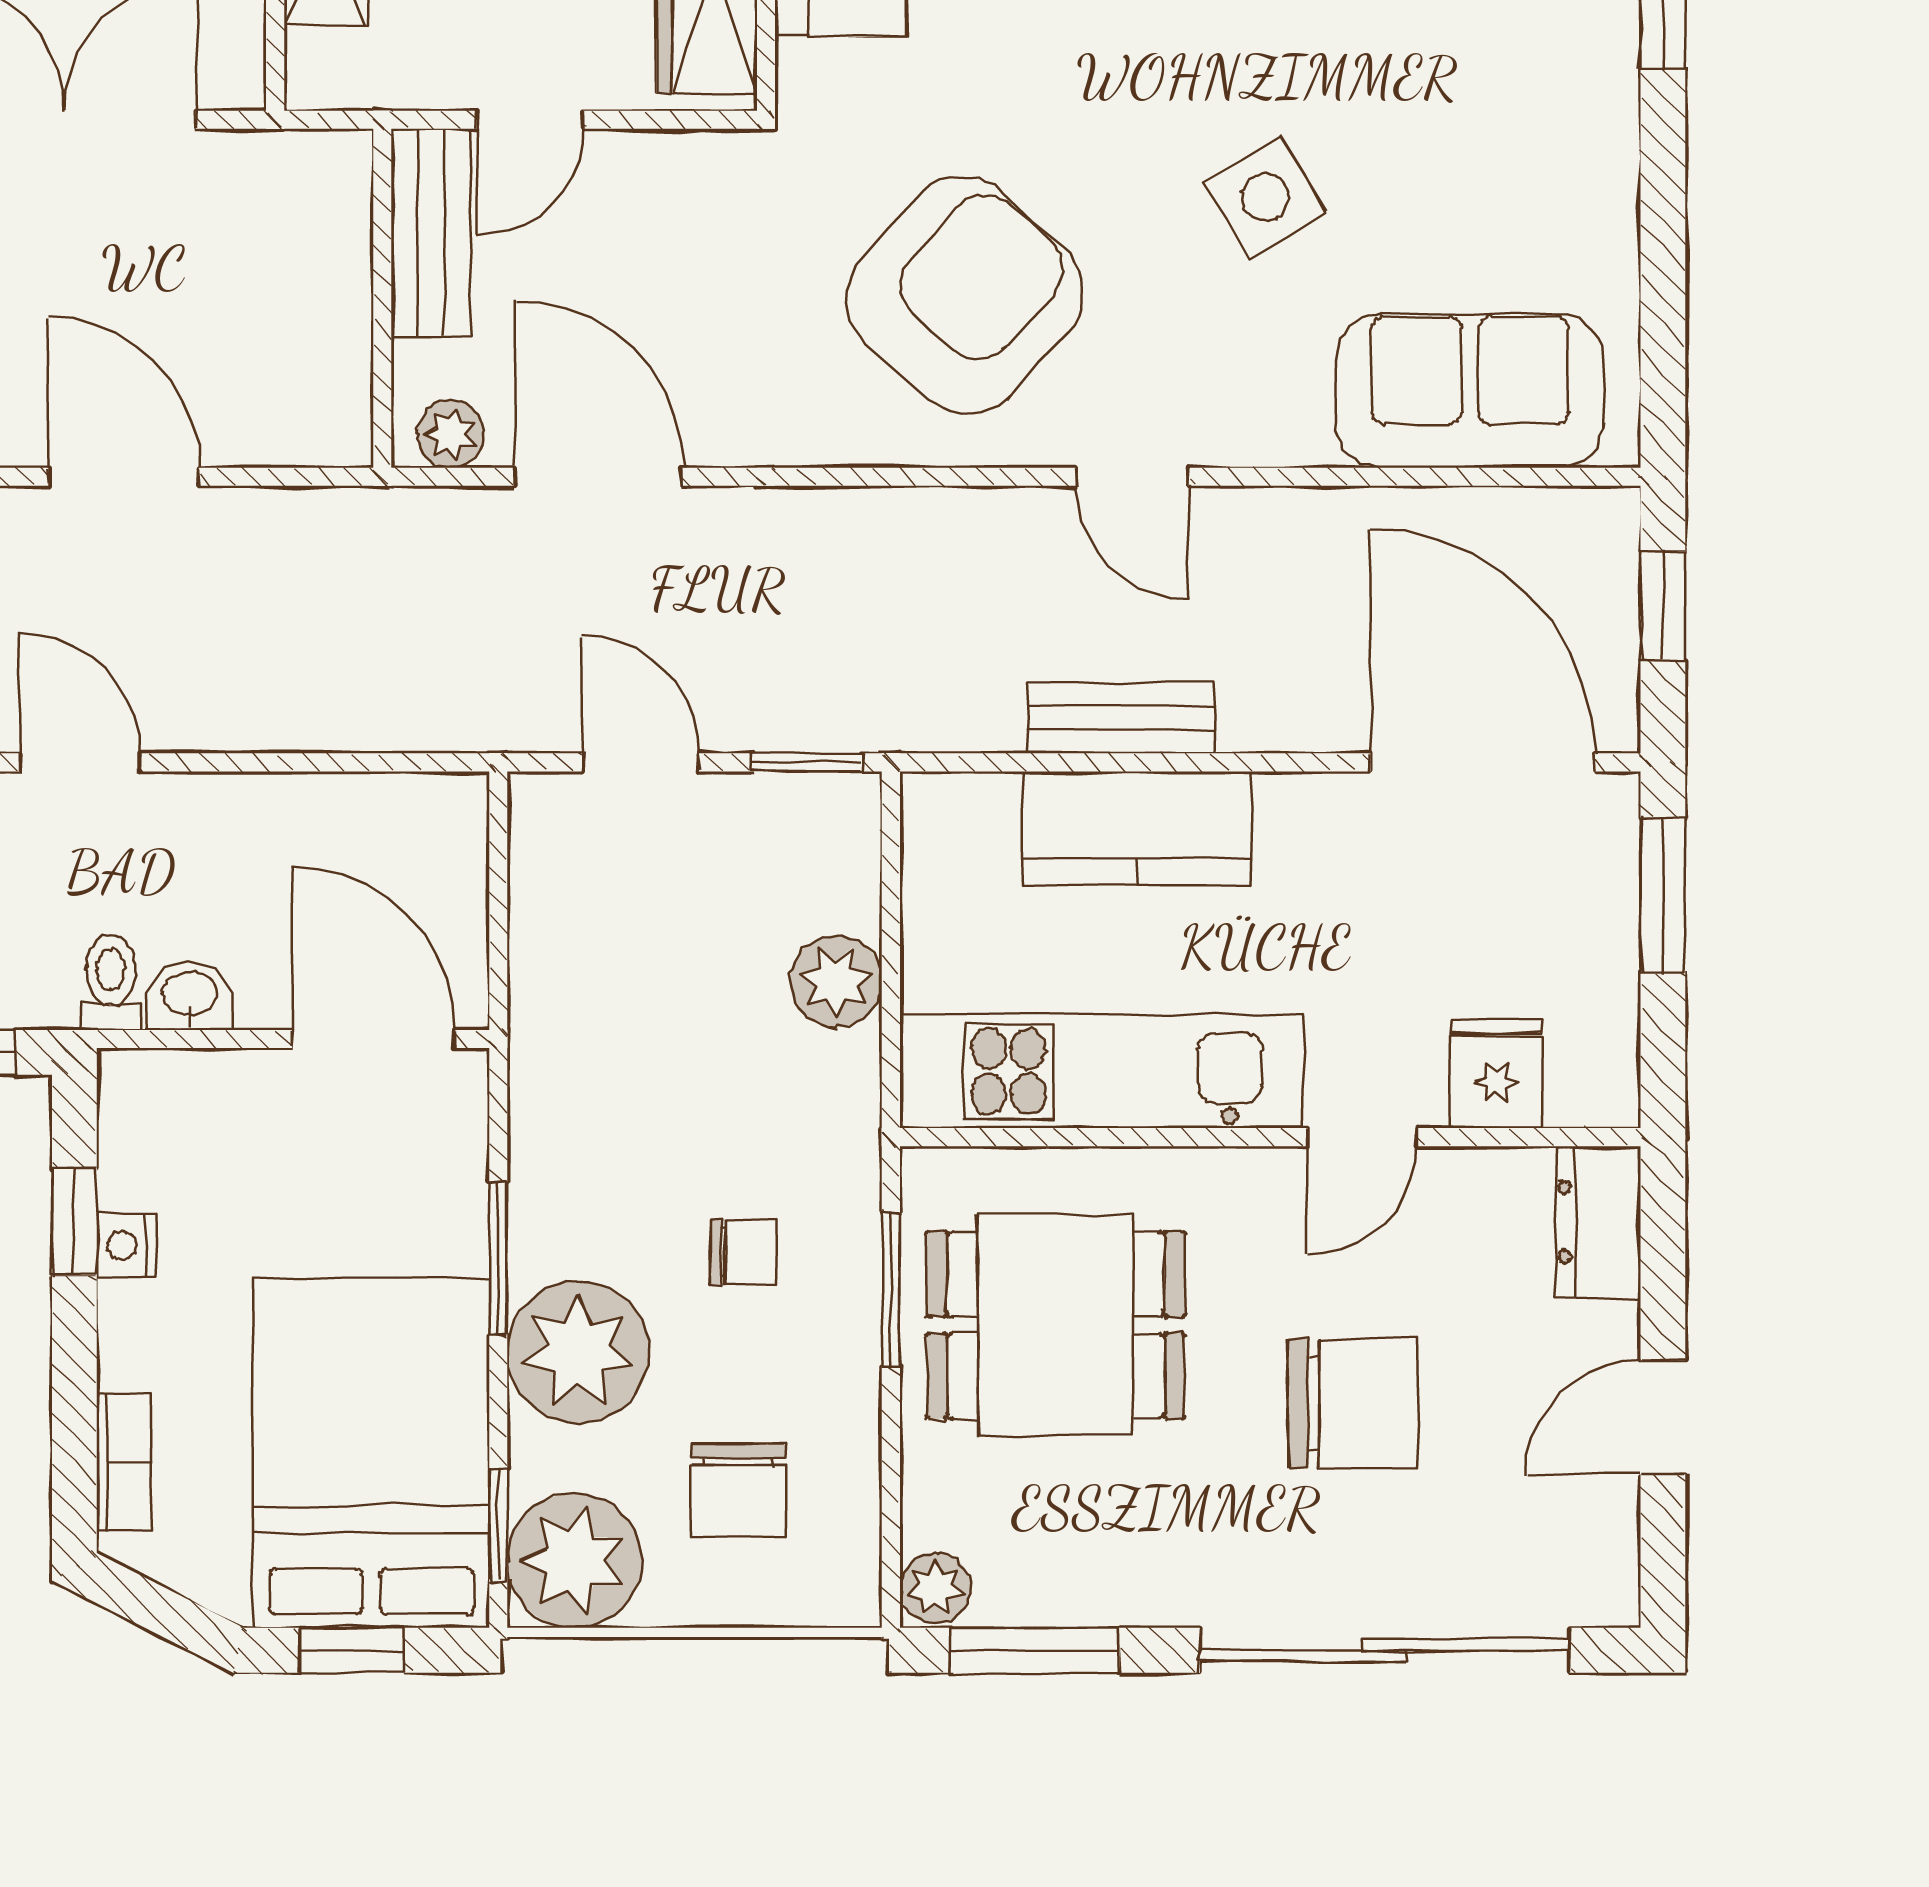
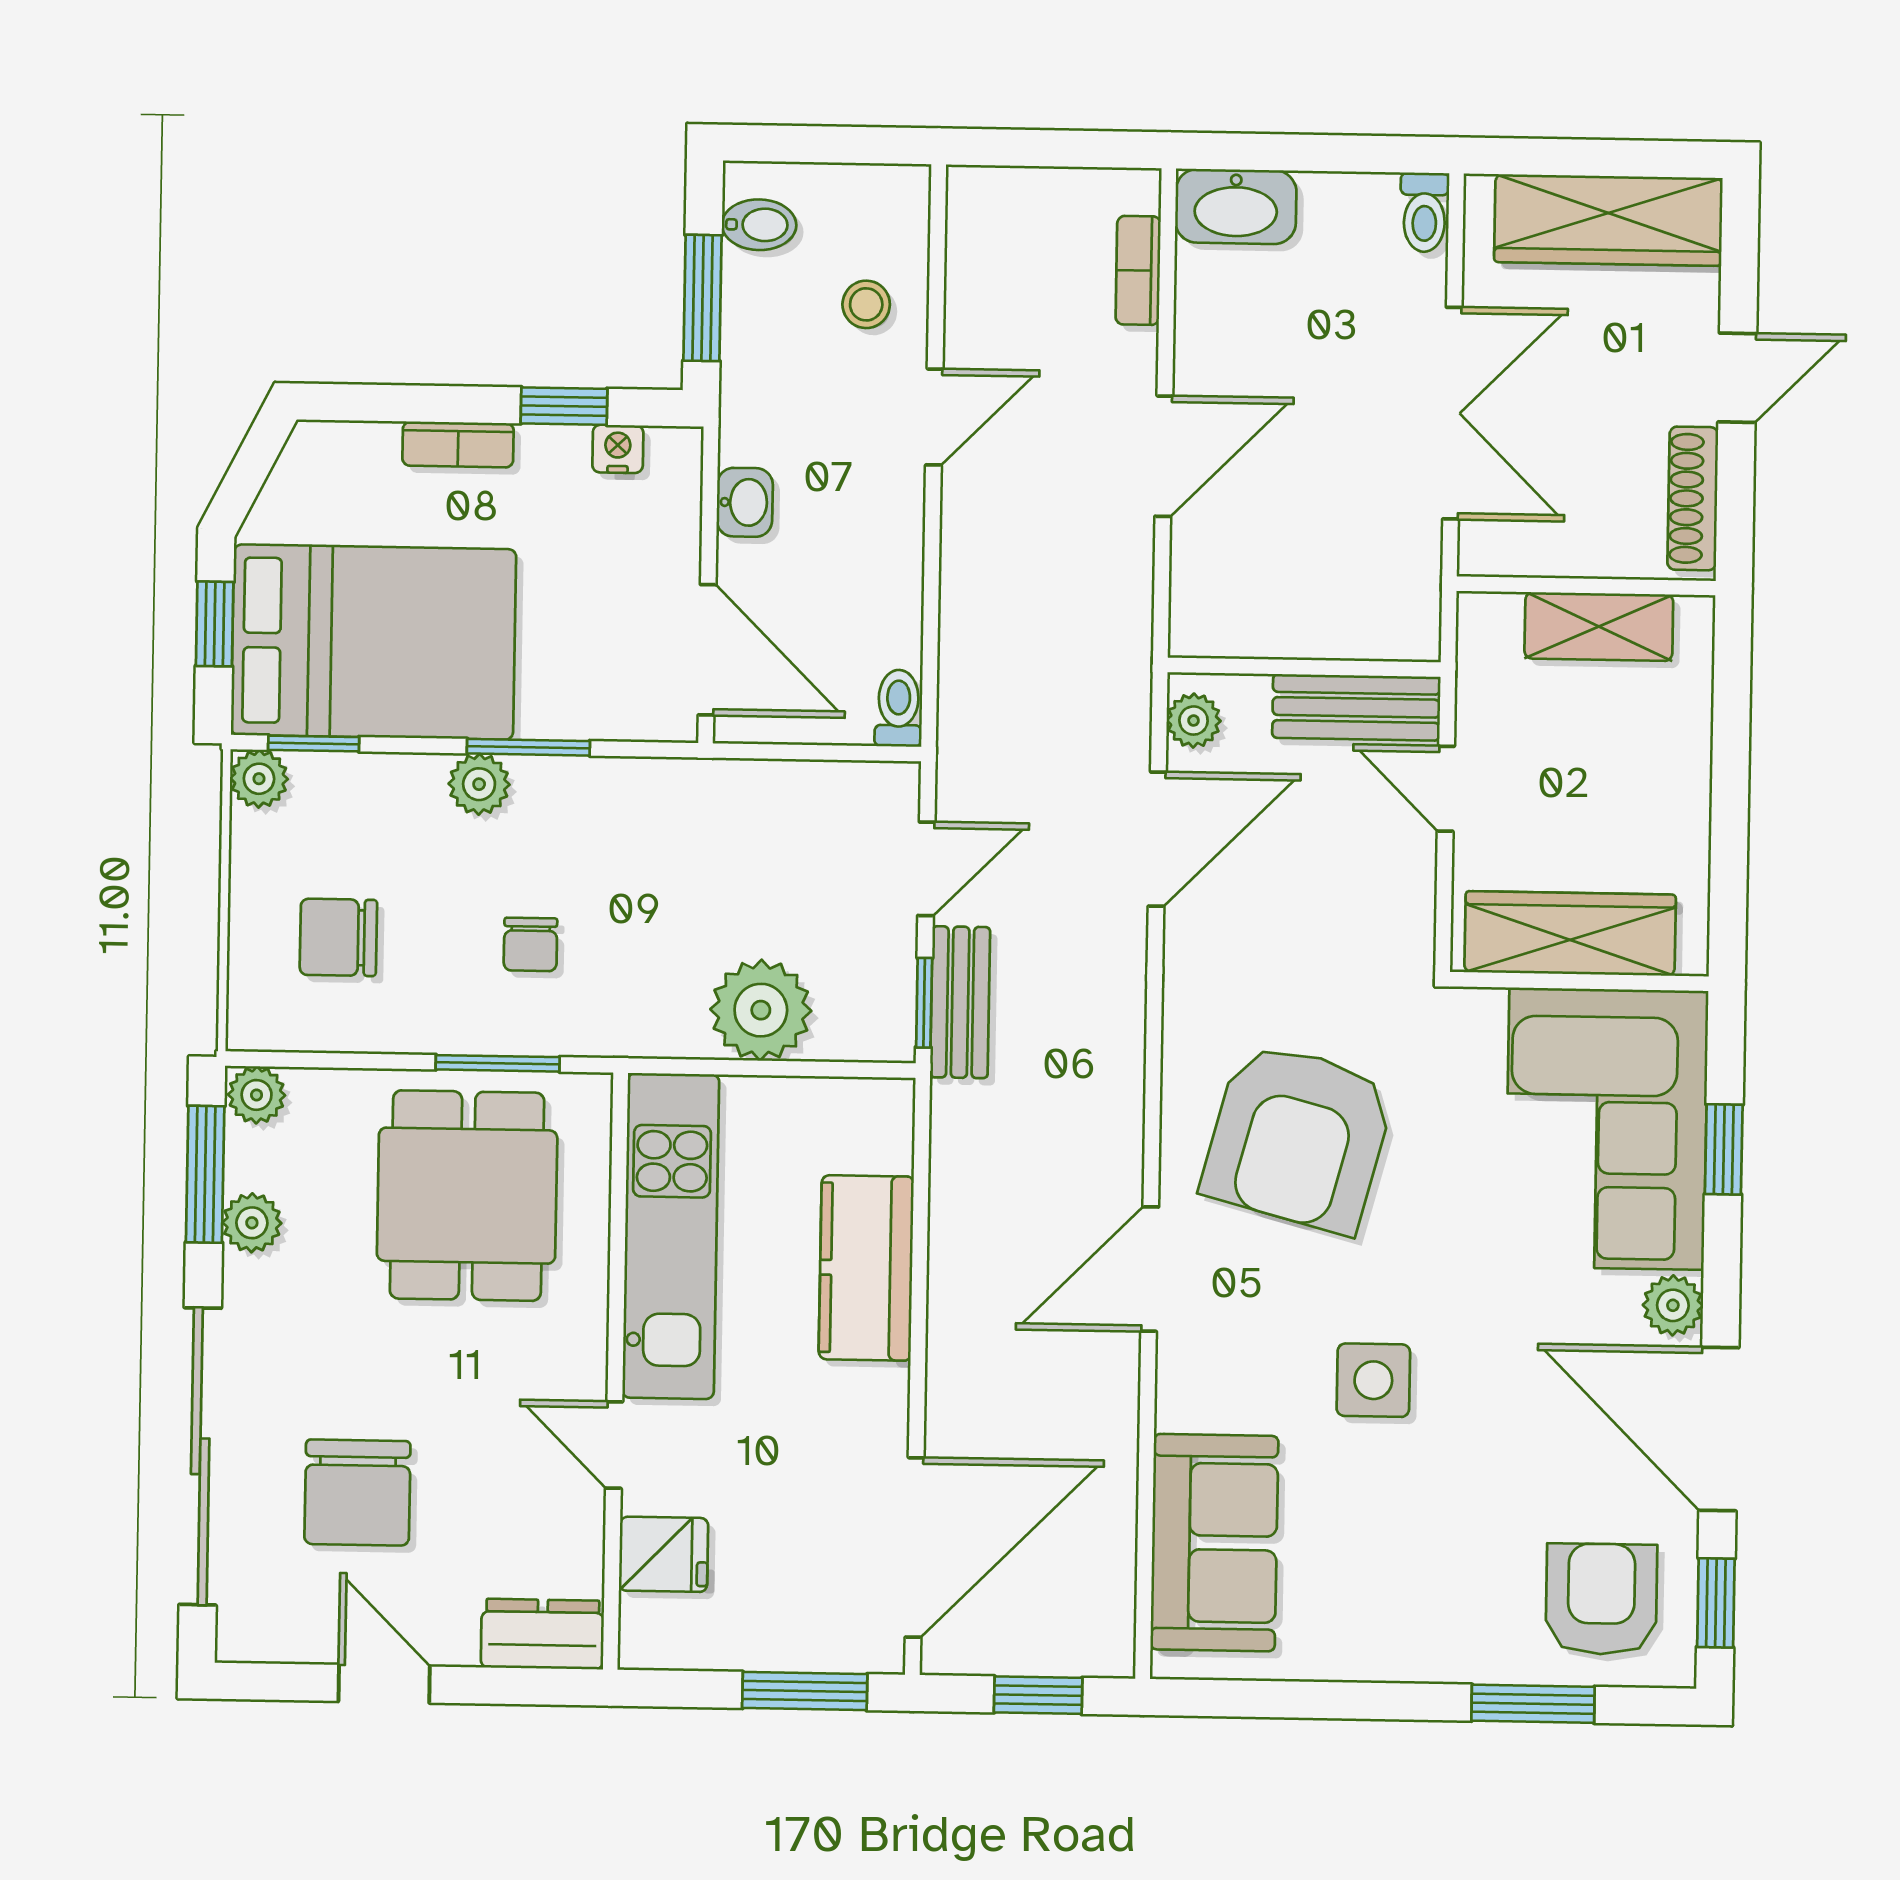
side table: (1265, 197) -> (1373, 1380), turned 31
armchair: (965, 295) -> (1298, 1137), turned 63
door: (1132, 477) -> (1150, 1269), width x1.38
bench: (1121, 718) -> (960, 1002), moved
plant: (836, 981) -> (761, 1010), width x1.36, depth x1.36
toilet: (111, 983) -> (898, 708), moved, turned -90
door: (373, 1039) -> (707, 650), hinge flipped
nightstand: (126, 1245) -> (618, 449), moved
plant: (578, 1352) -> (479, 784), width x0.53, depth x0.53
chair: (1352, 1403) -> (357, 1493), moved
bookcase: (124, 1462) -> (458, 444), moved
plant: (575, 1561) -> (259, 779), width x0.53, depth x0.53
plant: (1094, 1591) -> (252, 1223), added

